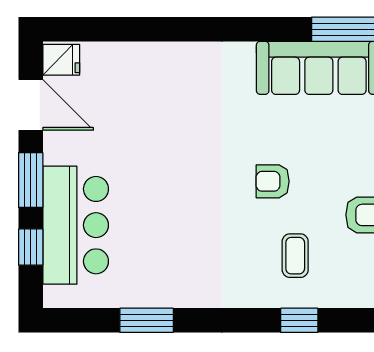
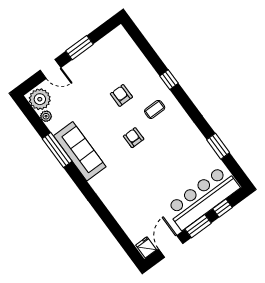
armchair: (273, 181) -> (134, 138), turned 180
bar counter: (76, 225) -> (203, 198), width x1.36
window: (299, 320) -> (169, 80), moved

